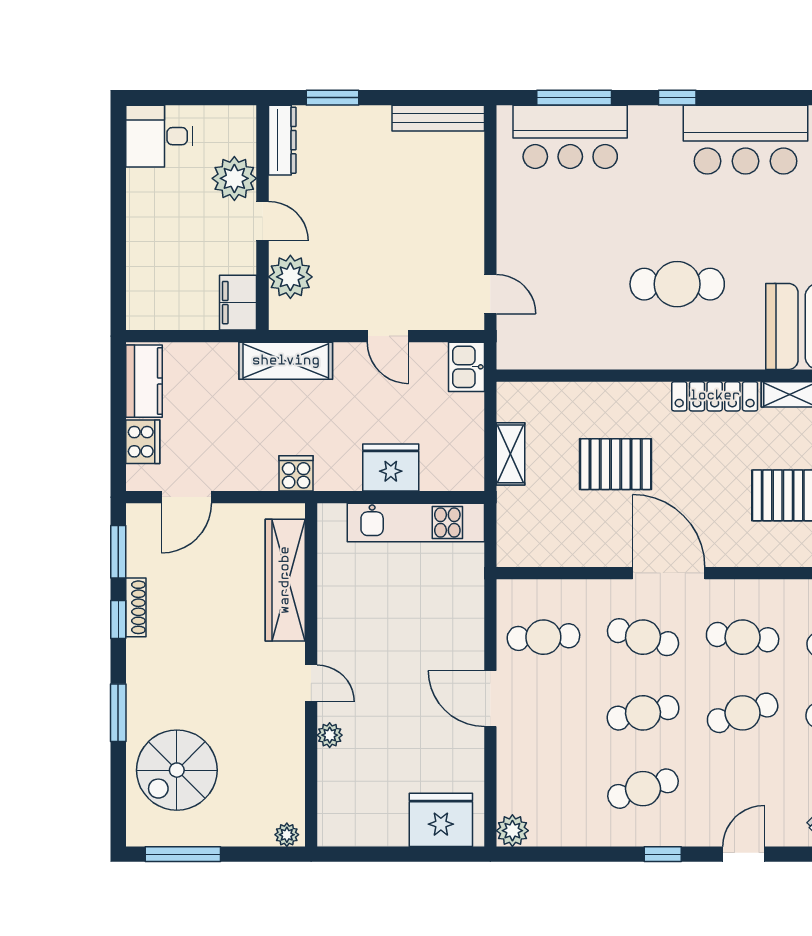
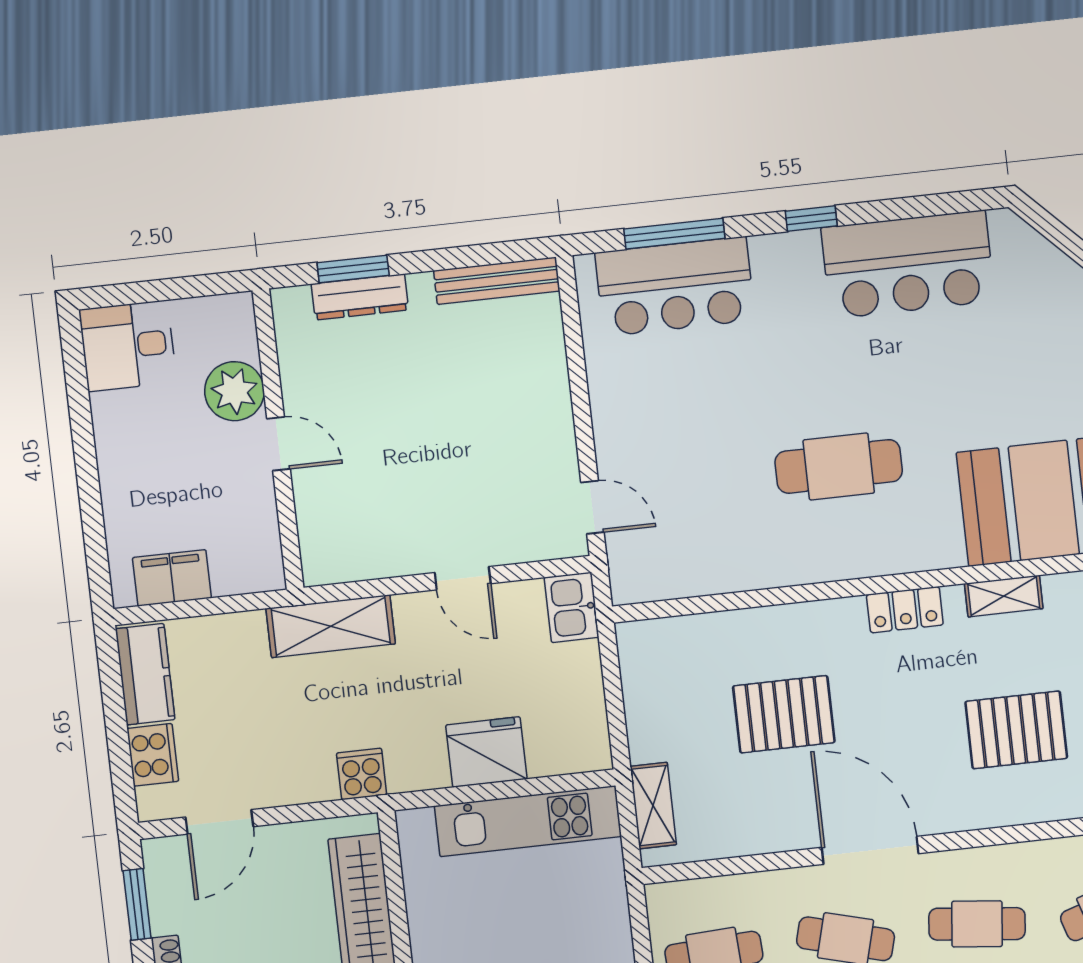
dresser: (282, 140) -> (360, 297), moved, turned 90
plant: (290, 277) -> (324, 514), removed
filing cabinet: (238, 303) -> (172, 578), moved, turned 90
locker: (715, 396) -> (905, 610), width x0.66
shelving: (511, 454) -> (653, 806), moved

